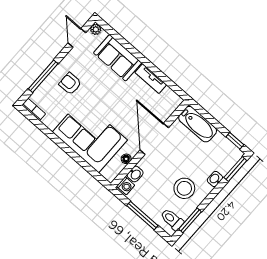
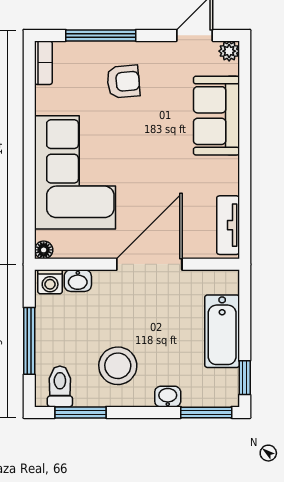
tv unit: (151, 79) -> (228, 225), moved
armchair: (70, 84) -> (123, 82), turned 85
bathtub: (198, 124) -> (222, 331), moved
floor lamp: (126, 159) -> (44, 250), moved

